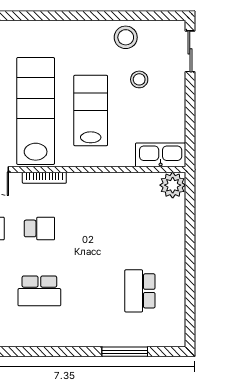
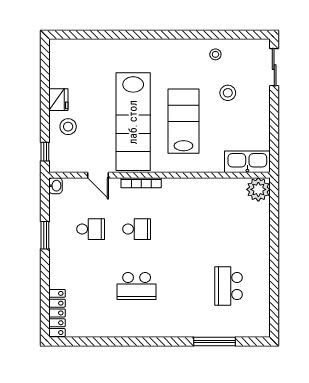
stool: (126, 37) -> (215, 54), width x0.53, depth x0.53
lab bench: (36, 111) -> (133, 122), turned 180

